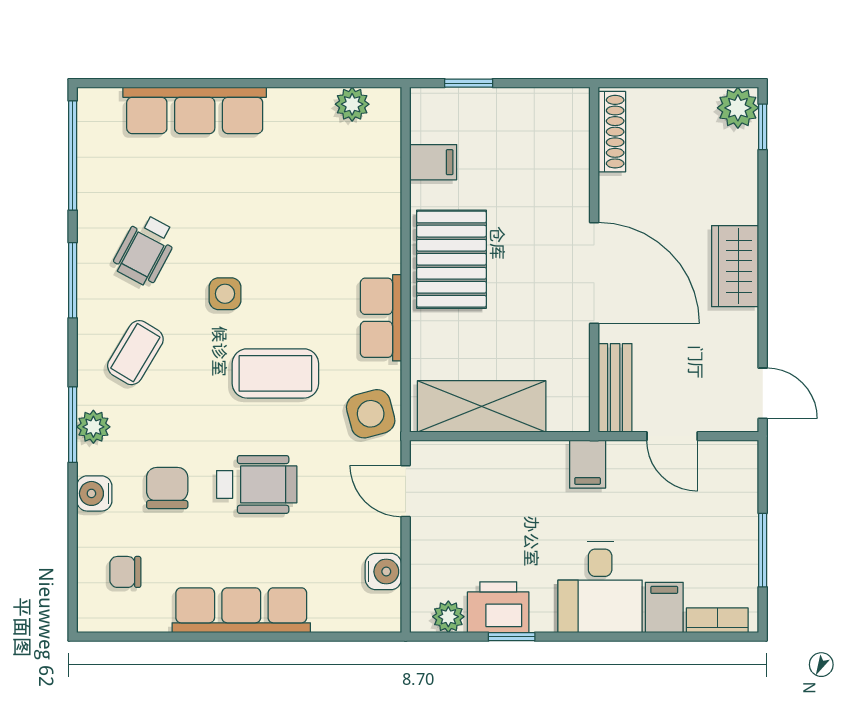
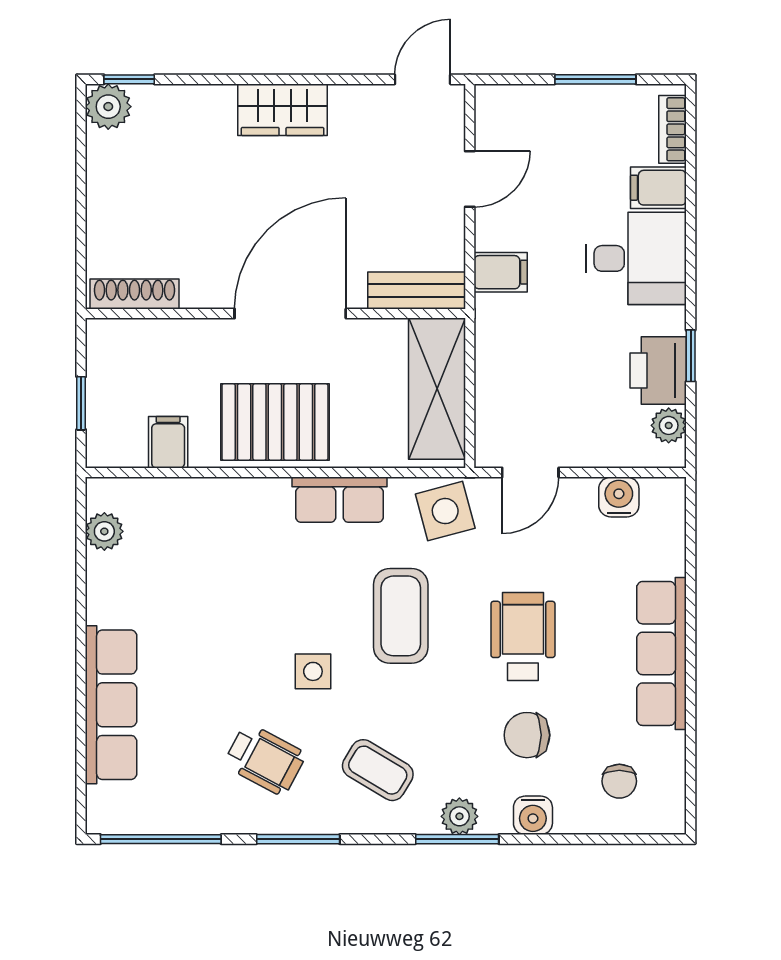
shoe rack: (612, 132) -> (135, 294), moved
wall: (594, 260) -> (275, 314), moved
door: (594, 273) -> (290, 314), moved
bench: (615, 388) -> (417, 290), moved

